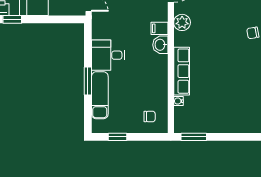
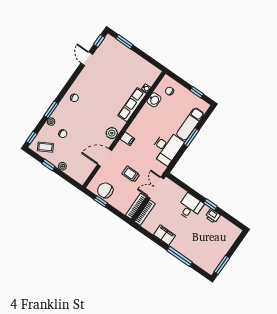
washbasin: (160, 45) -> (154, 100), moved
desk: (108, 55) -> (167, 148), width x1.37
window: (194, 137) -> (124, 42), moved

